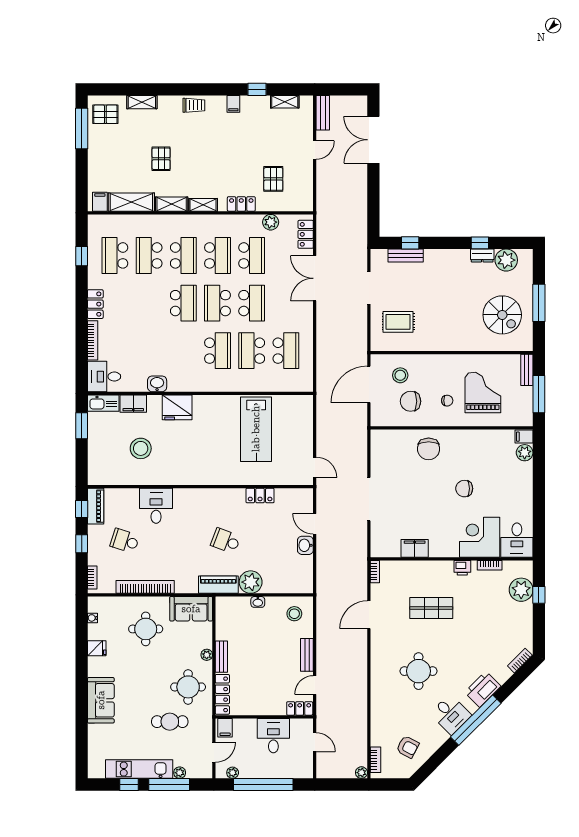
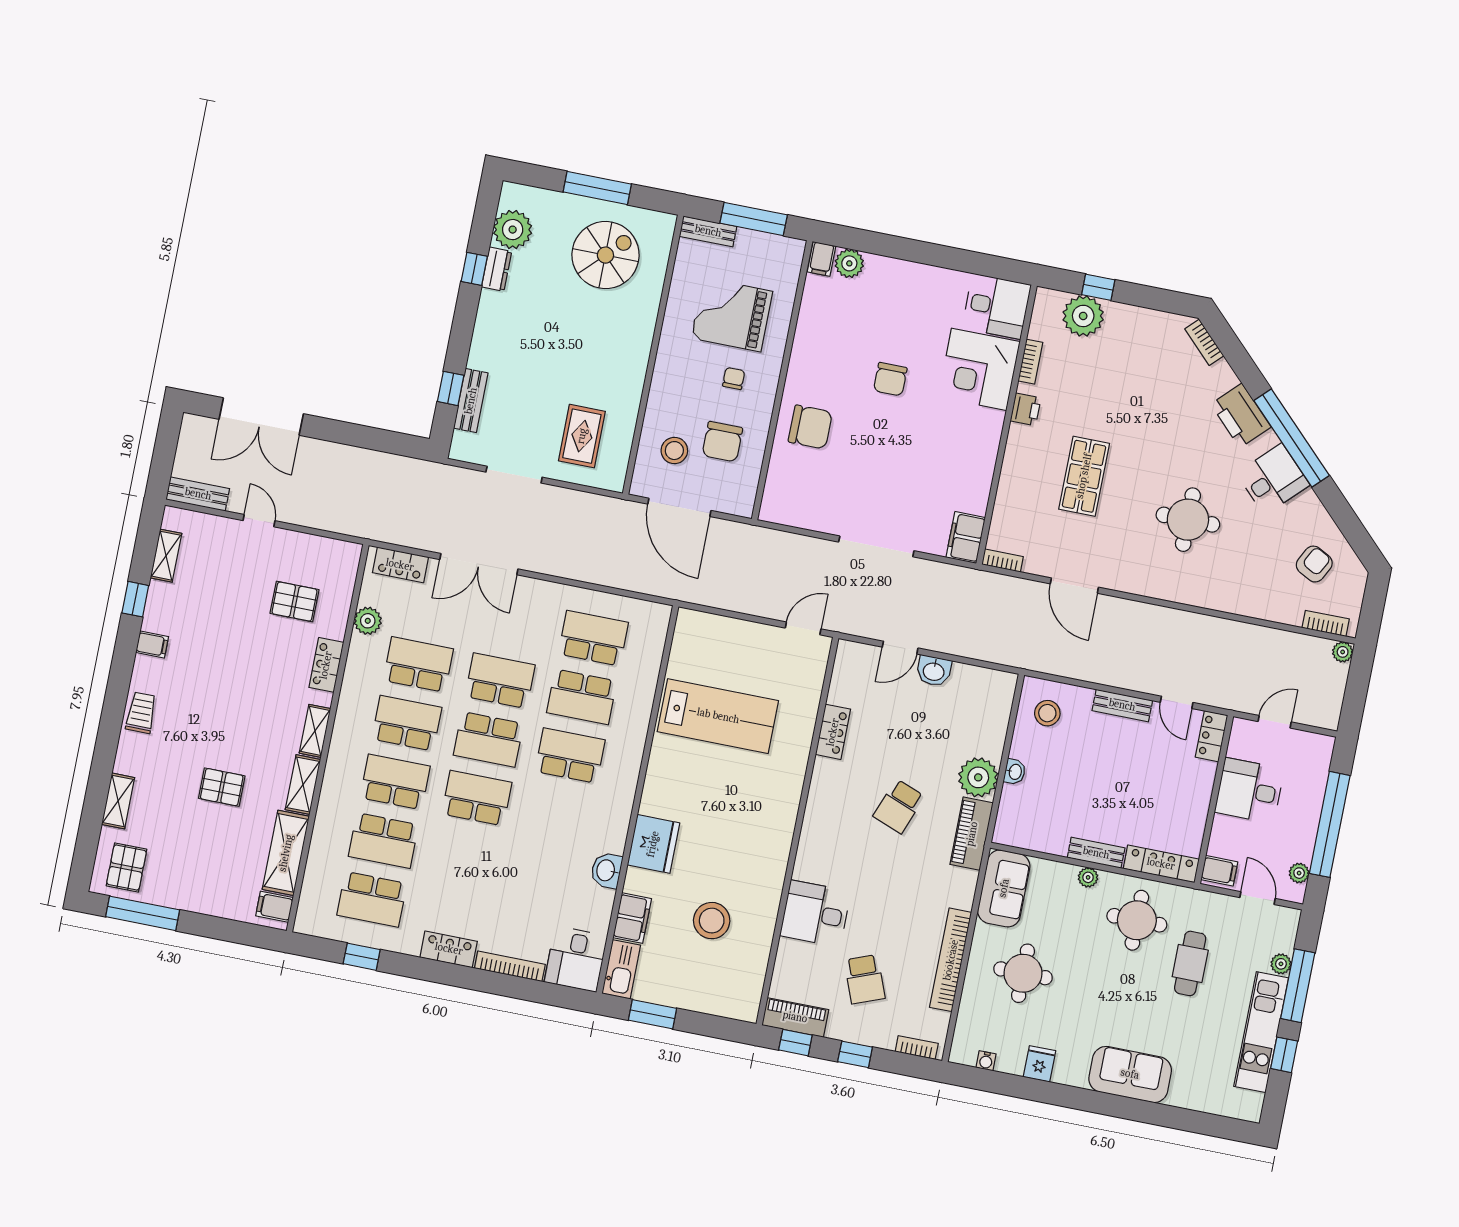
school desk: (125, 541) -> (865, 979), turned -39
filing cabinet: (415, 548) -> (966, 537), moved

